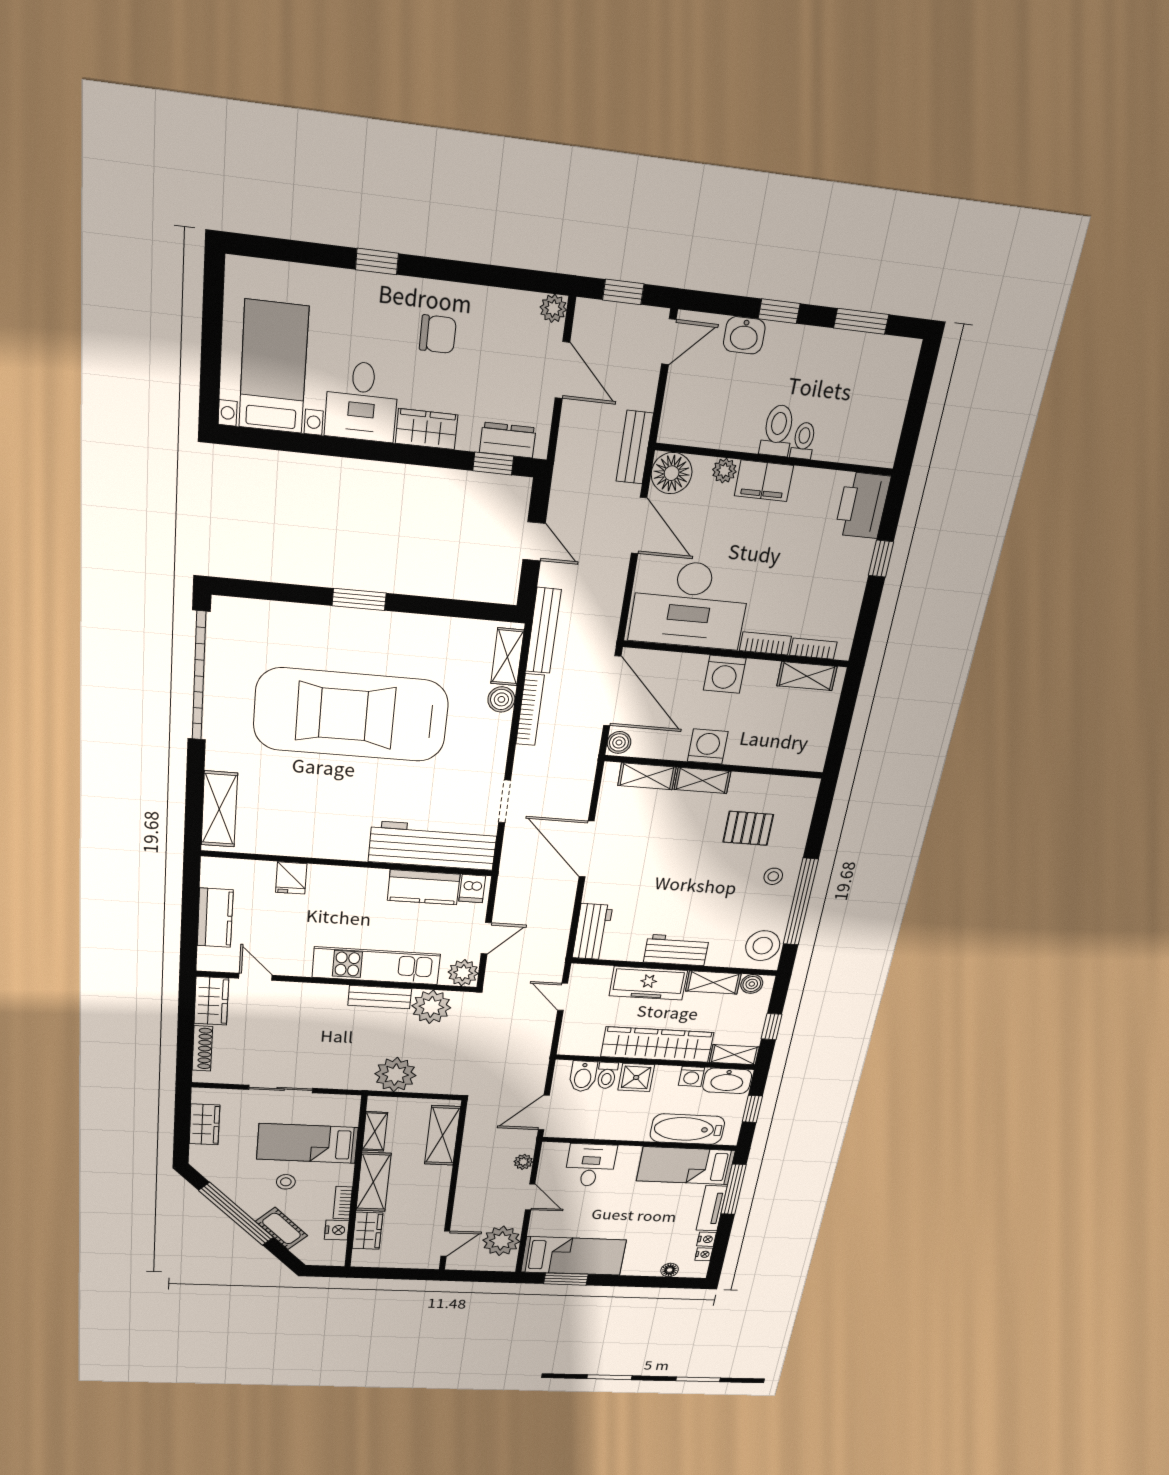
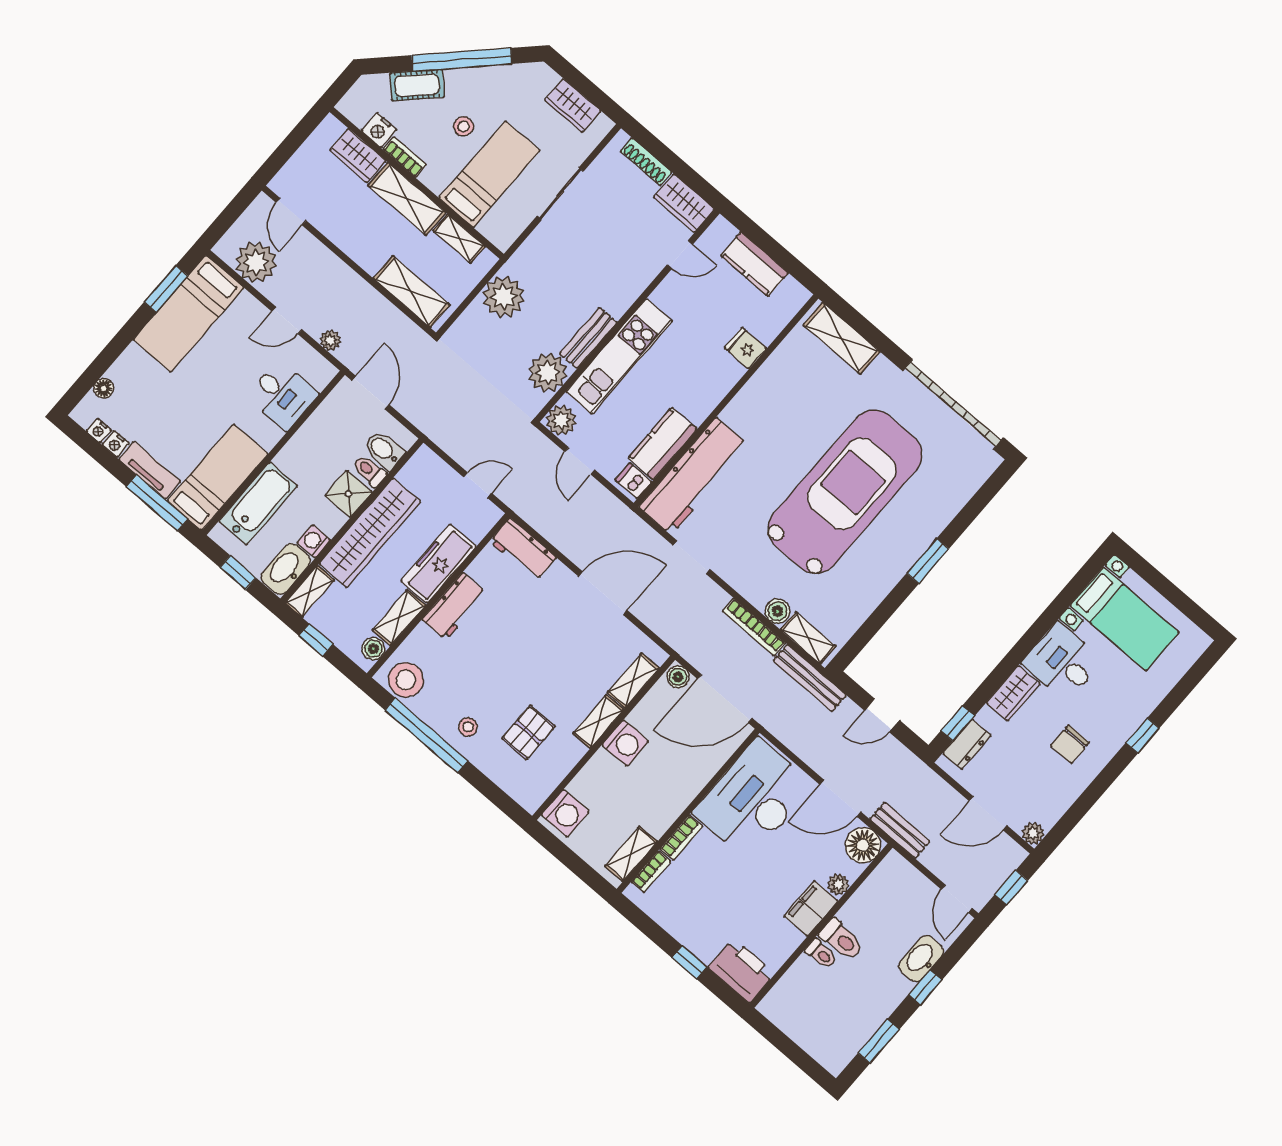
washbasin: (744, 335) -> (921, 959), width x1.38
washing machine: (725, 674) -> (565, 813), moved, turned 180

